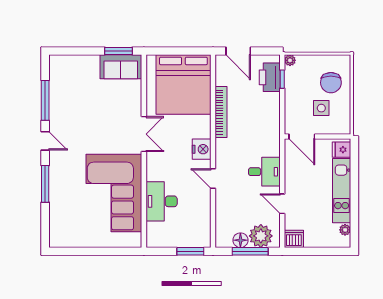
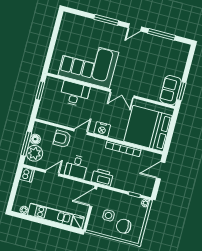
printer: (270, 77) -> (102, 177), moved
armchair: (230, 202) -> (62, 139), added
window: (190, 251) -> (40, 91), moved

